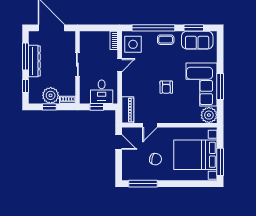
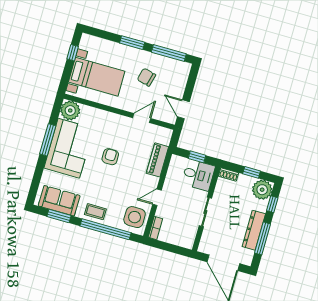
desk: (102, 92) -> (198, 175), moved, turned 90
plant: (51, 95) -> (262, 190), moved
piano: (128, 110) -> (157, 160), moved
bed with nightstands: (195, 155) -> (97, 77), width x0.73
window: (220, 162) -> (73, 53), width x0.46
window: (175, 184) -> (132, 43), added

